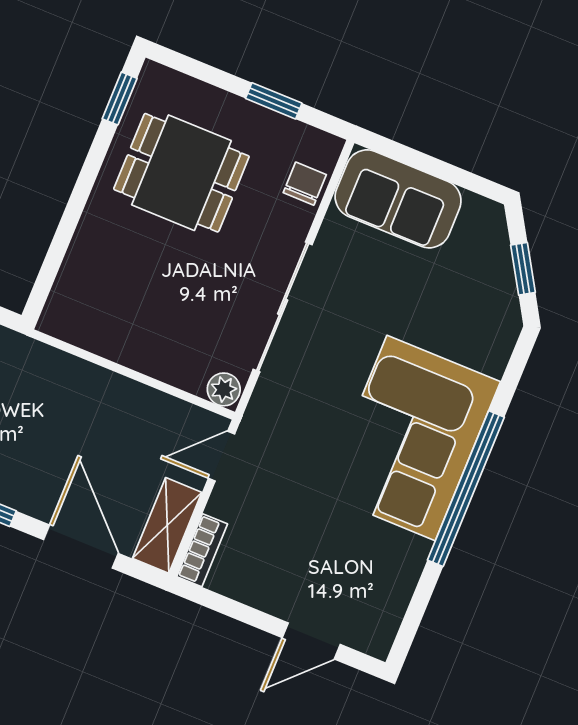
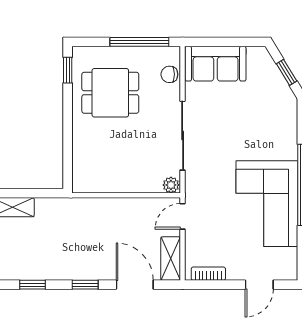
window: (274, 101) -> (139, 42), width x2.17
chair: (305, 184) -> (169, 74), turned -90
corner sofa: (411, 438) -> (267, 204), moved
bookcase: (202, 550) -> (208, 274), moved, turned -90

